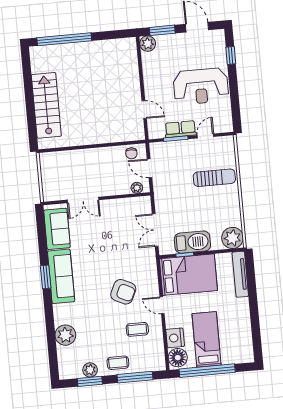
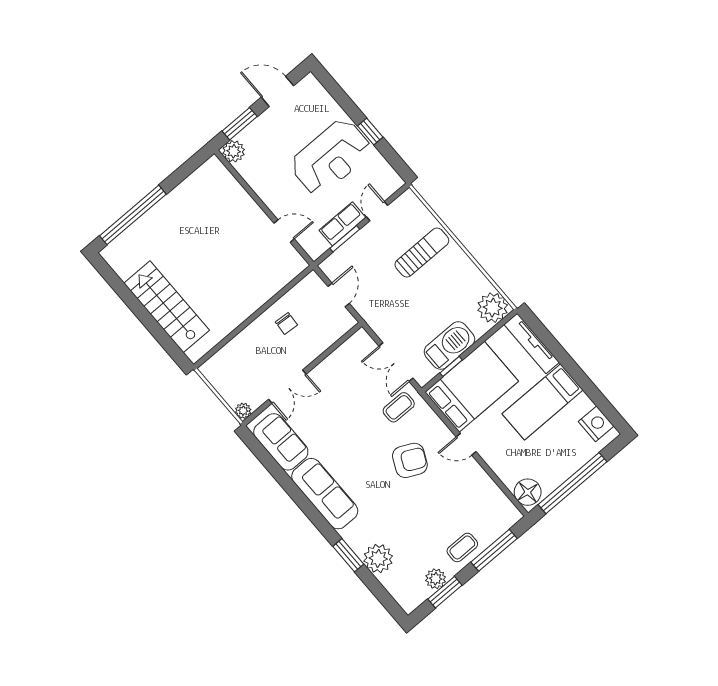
window: (231, 55) -> (370, 132), moved
chair: (131, 153) -> (286, 324), moved
door: (149, 168) -> (339, 295), swing flipped
plant: (137, 188) -> (243, 411), moved
window: (46, 277) -> (348, 555), moved
coffee table: (137, 329) -> (399, 407), moved
nightstand: (175, 338) -> (596, 424), moved, turned 180
bed: (207, 339) -> (543, 402), moved, turned -90

